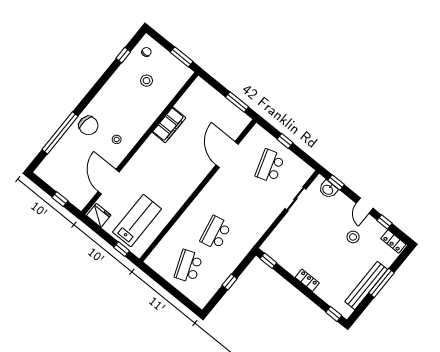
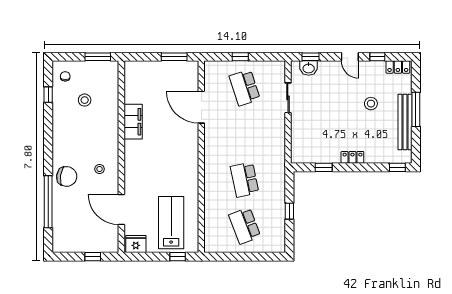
stool: (353, 237) -> (371, 104), moved
window: (268, 261) -> (324, 167), moved

